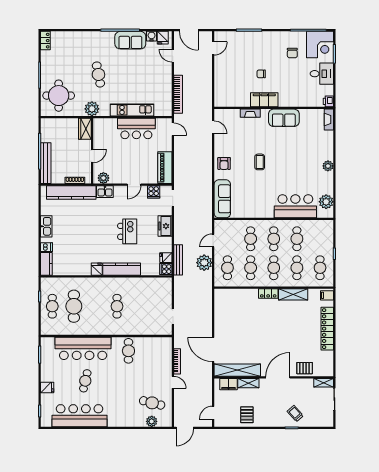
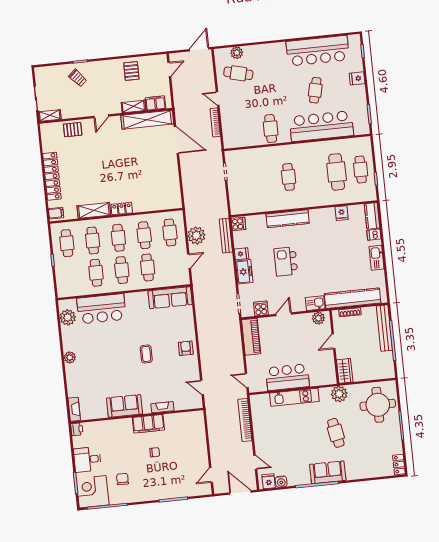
sofa: (130, 40) -> (328, 472), moved
sofa: (222, 199) -> (170, 298), moved, turned -90
fridge: (166, 258) -> (241, 254), moved
fridge: (97, 269) -> (342, 213), moved
door: (278, 377) -> (101, 116), width x0.53

